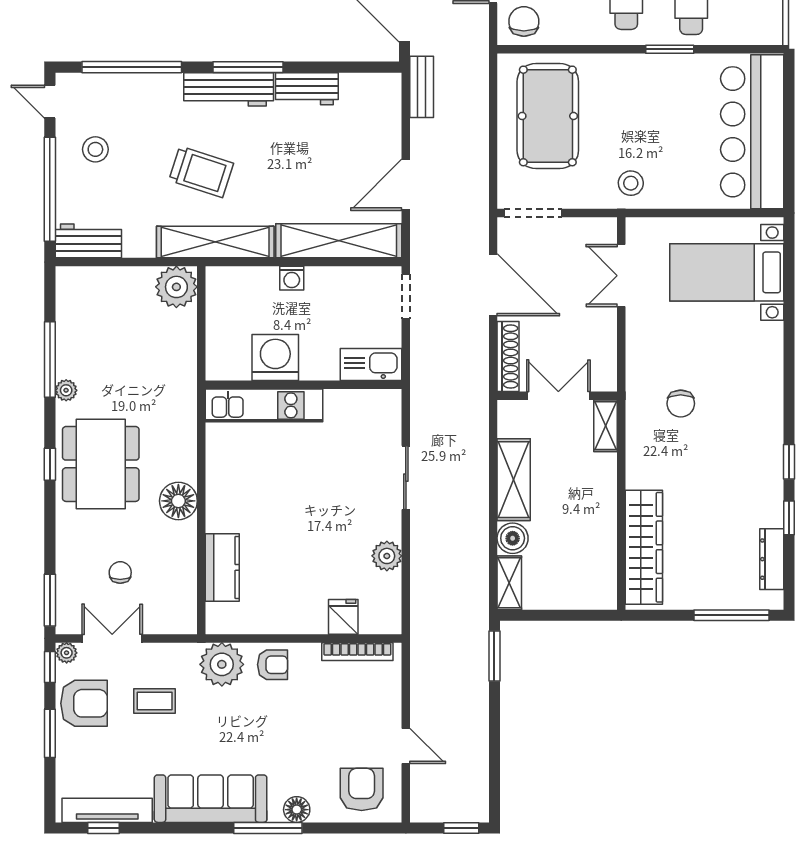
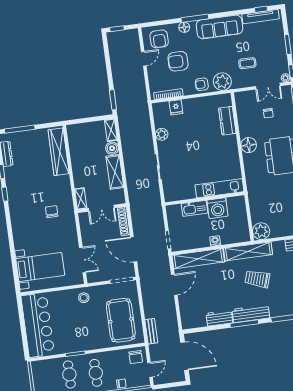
bench: (422, 87) -> (151, 331), moved
kitchen sink: (371, 365) -> (195, 208), moved
armchair: (84, 703) -> (178, 61), moved
door: (406, 746) -> (144, 59), swing flipped

